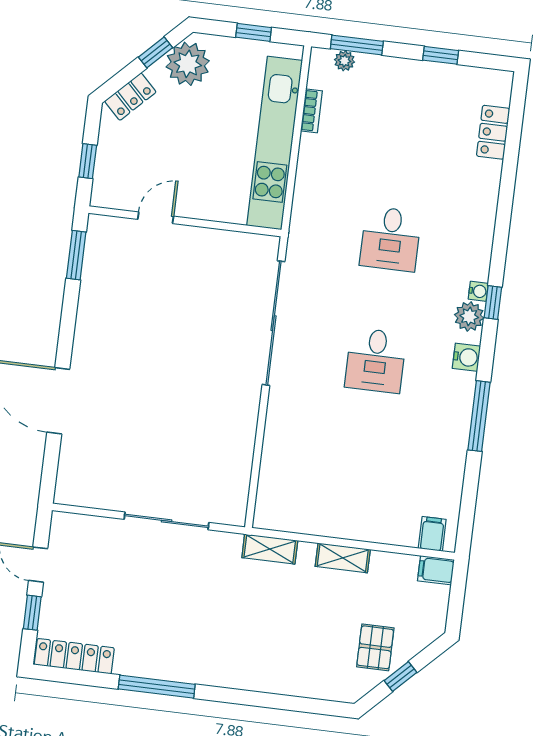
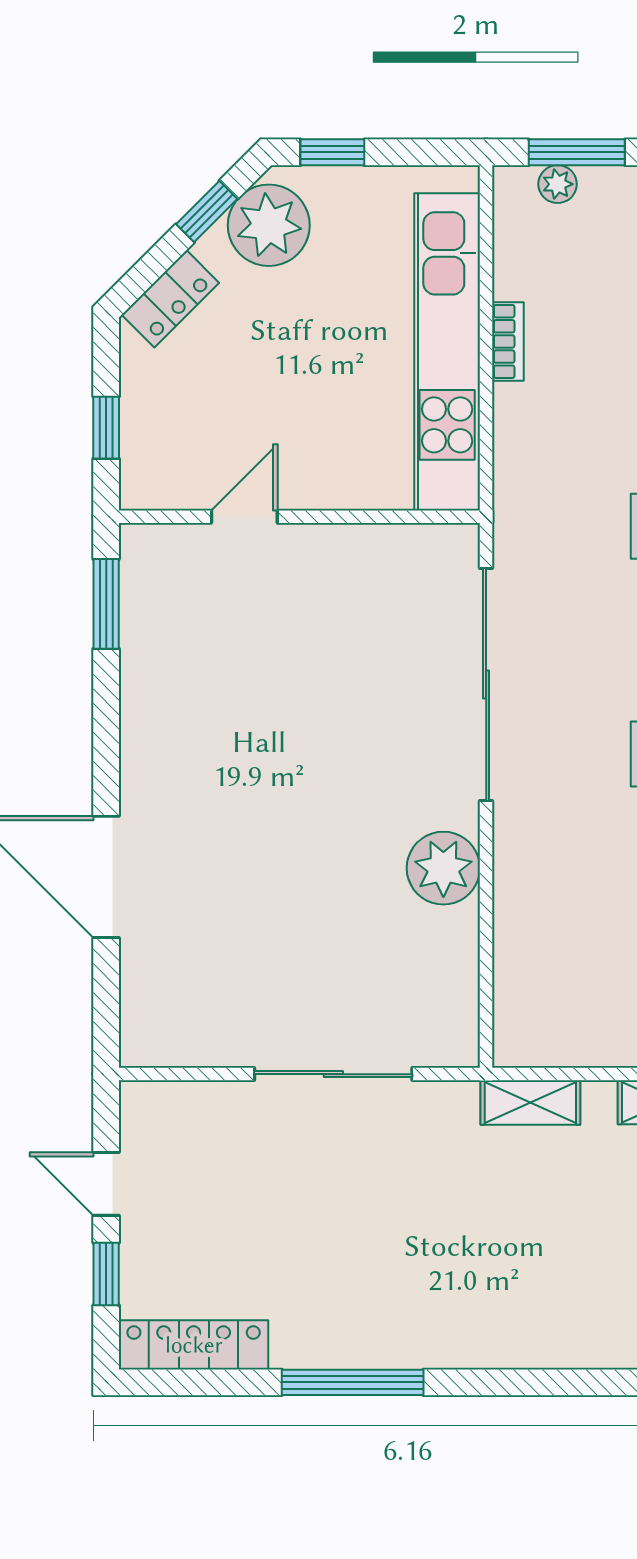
window: (254, 32) -> (332, 152), moved
bookcase: (311, 111) -> (508, 341), moved
plant: (239, 418) -> (443, 868), added

